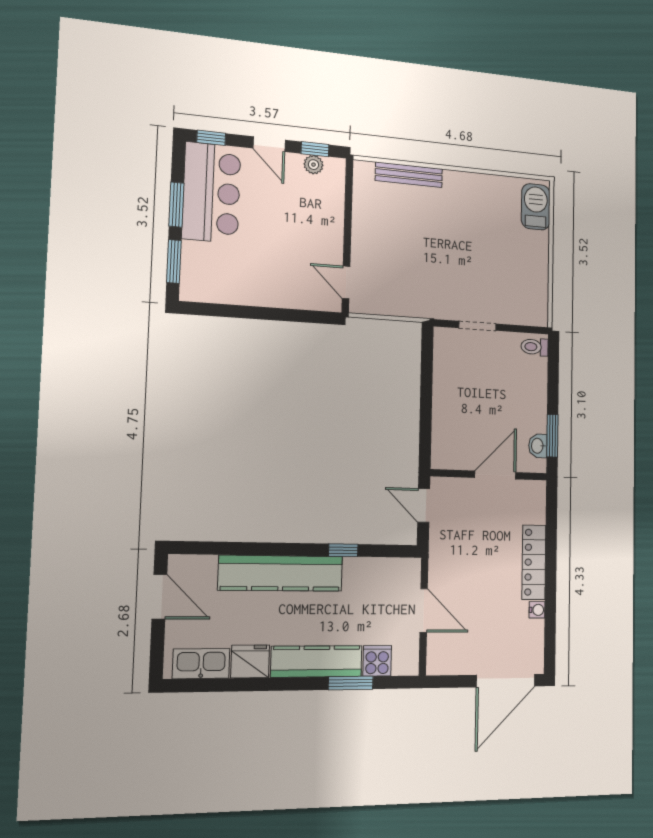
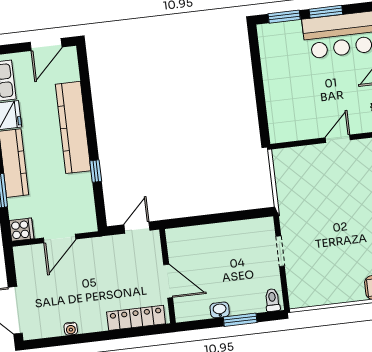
door: (346, 282) -> (338, 139), moved
window: (552, 436) -> (240, 320), moved
washbasin: (538, 446) -> (220, 310), moved
locker: (534, 562) -> (136, 318), moved
cooker: (377, 661) -> (22, 230), moved

